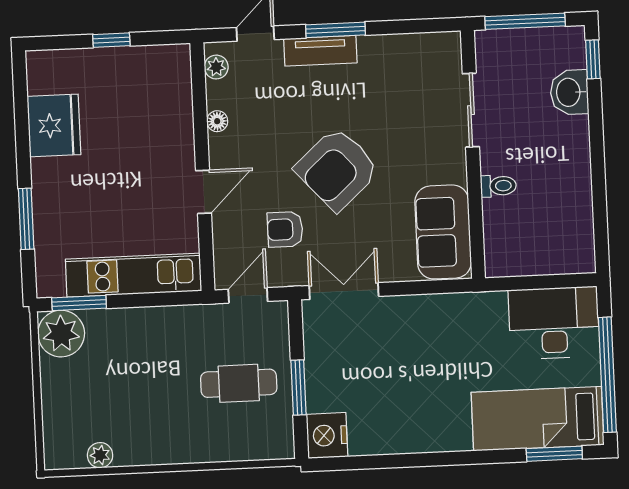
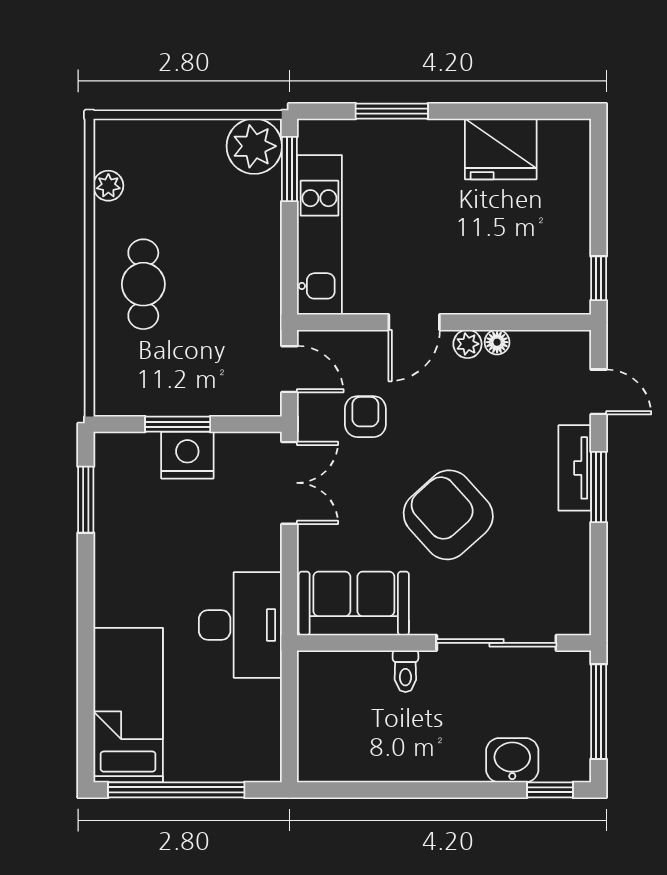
window: (111, 40) -> (599, 278), moved
plant: (216, 67) -> (467, 344), moved
sliding door: (471, 110) -> (496, 643), width x1.37
armchair: (337, 169) -> (448, 515), moved
door: (204, 192) -> (414, 322), hinge flipped
desk: (554, 323) -> (240, 625), moved
cafe table: (239, 383) -> (143, 284), moved
nightstand: (327, 435) -> (187, 455), moved
window: (554, 454) -> (86, 500), moved

